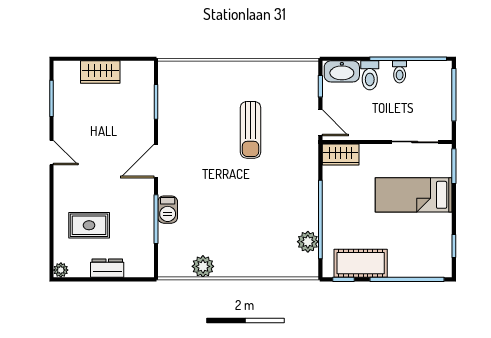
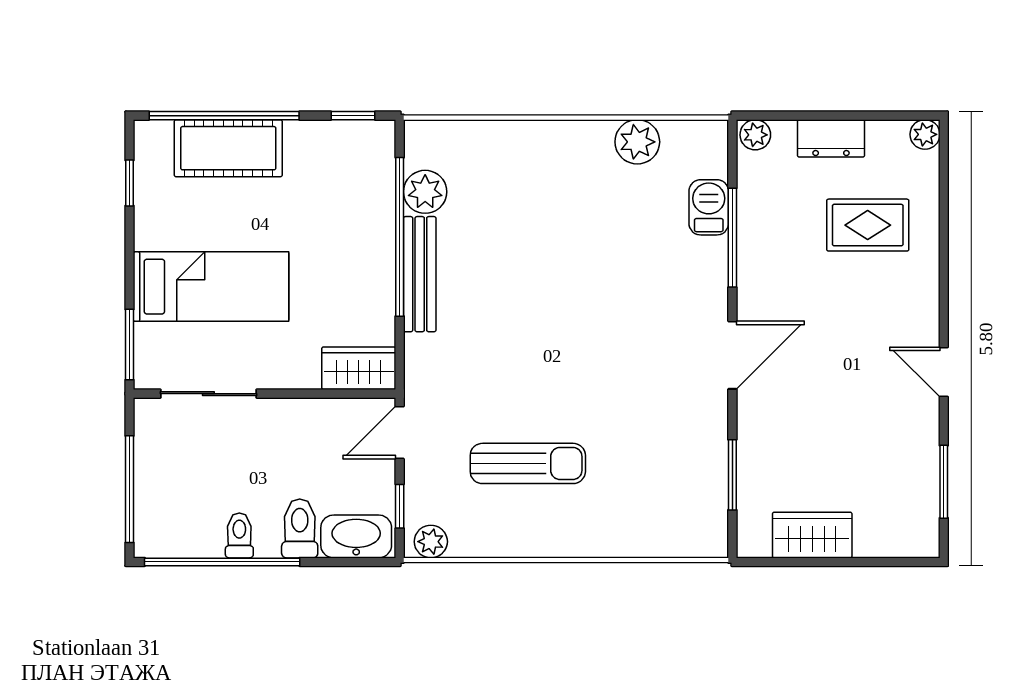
plant: (305, 69) -> (431, 542), added
wardrobe: (100, 72) -> (812, 535), moved
door: (320, 123) -> (400, 433), hinge flipped
sun lounger: (251, 130) -> (528, 463), moved, turned 90
bench: (310, 201) -> (420, 274), added
barbecue: (168, 210) -> (709, 207), moved
cot: (361, 263) -> (228, 148), moved
plant: (145, 270) -> (755, 135), added

